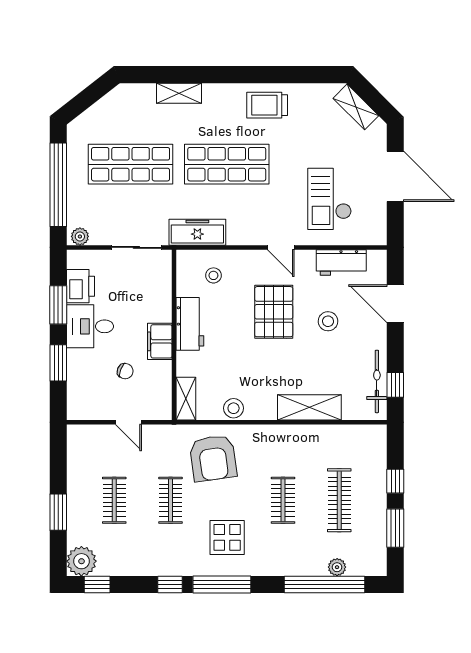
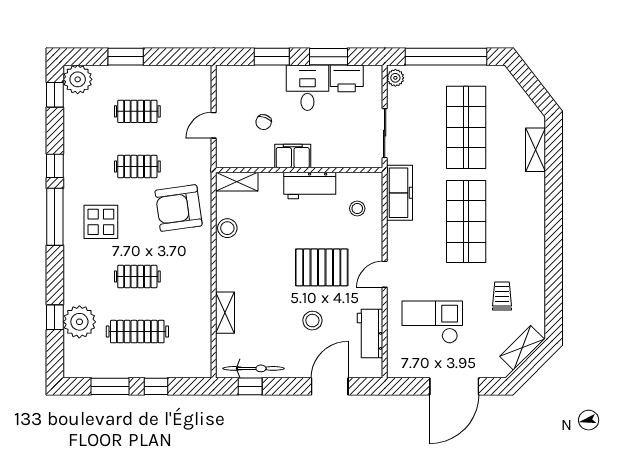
shelving: (179, 93) -> (536, 150), moved
trolley: (267, 105) -> (502, 296), moved, width x0.73, depth x0.72
shelving: (309, 407) -> (225, 313), width x0.67, depth x0.75
plant: (337, 567) -> (79, 322), width x1.87, depth x1.87
window: (325, 584) -> (55, 317), width x0.32

